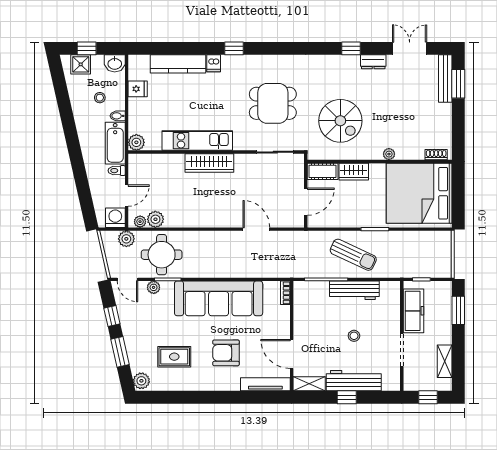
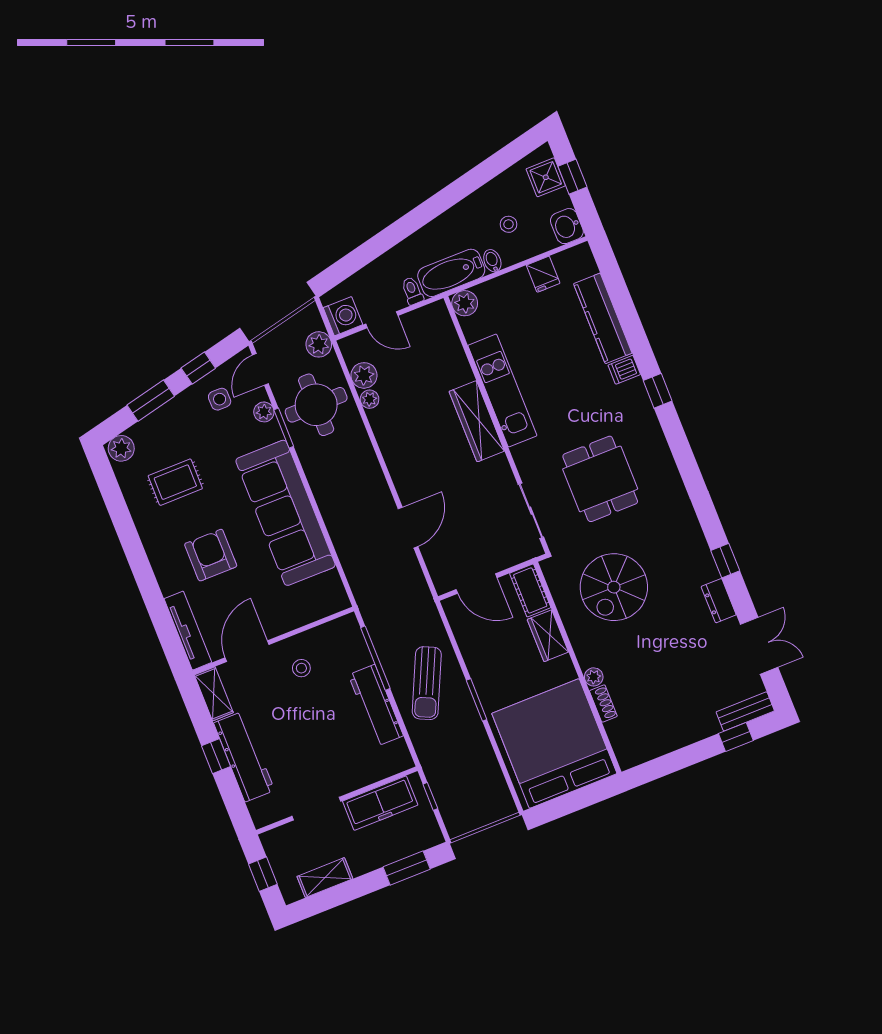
bench: (445, 79) -> (745, 711), width x0.73
window: (458, 84) -> (736, 737), width x0.67
shoe rack: (436, 155) -> (603, 704), moved
plant: (140, 222) -> (370, 399), moved
bookcase: (285, 293) -> (332, 607), removed
side table: (135, 311) -> (220, 399), added
stool: (354, 336) -> (301, 668), moved
rug: (174, 357) -> (175, 482), turned 90

